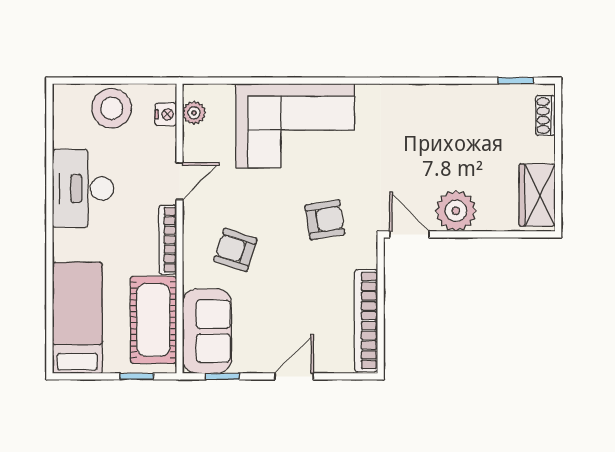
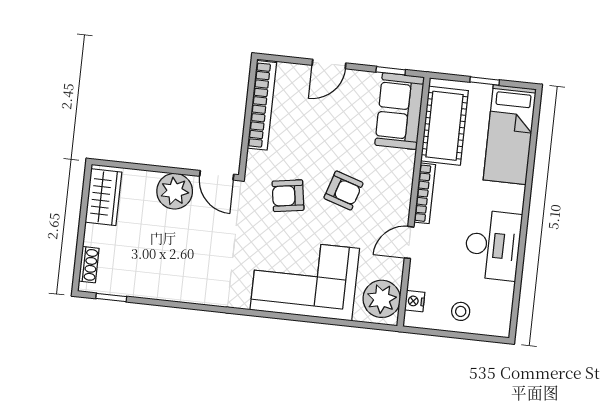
stool: (112, 108) -> (461, 311), width x0.53, depth x0.53
plant: (194, 113) -> (382, 299), width x1.87, depth x1.87
armchair: (235, 250) -> (343, 191), moved
window: (137, 376) -> (485, 81), moved

